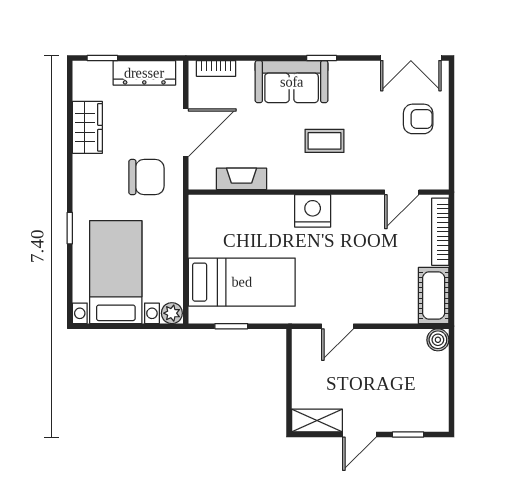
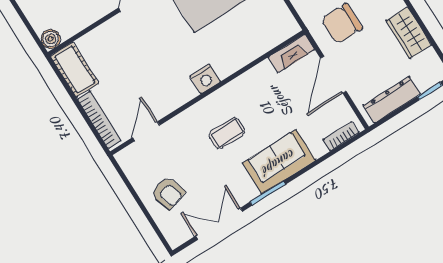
window: (322, 58) -> (268, 193), width x1.50
double door: (411, 58) -> (219, 224), moved
armchair: (418, 119) -> (168, 193), turned -107
fireplace: (241, 179) -> (291, 53), moved
nightstand: (313, 211) -> (205, 79), width x0.74, depth x0.75

